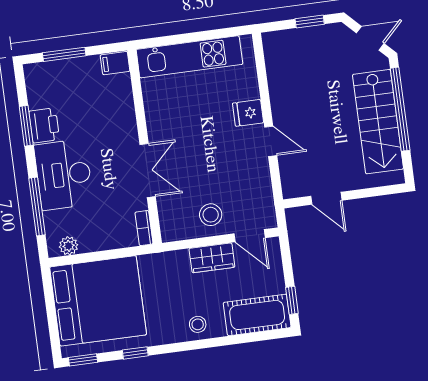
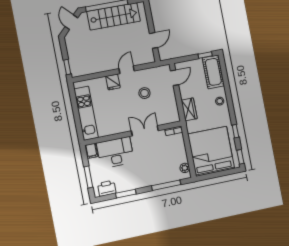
window: (310, 22) -> (67, 67), moved
printer: (44, 125) -> (107, 188), moved
desk: (64, 175) -> (115, 152), moved, turned 180
stool: (211, 215) -> (144, 93), moved
wardrobe: (212, 258) -> (189, 109), moved

